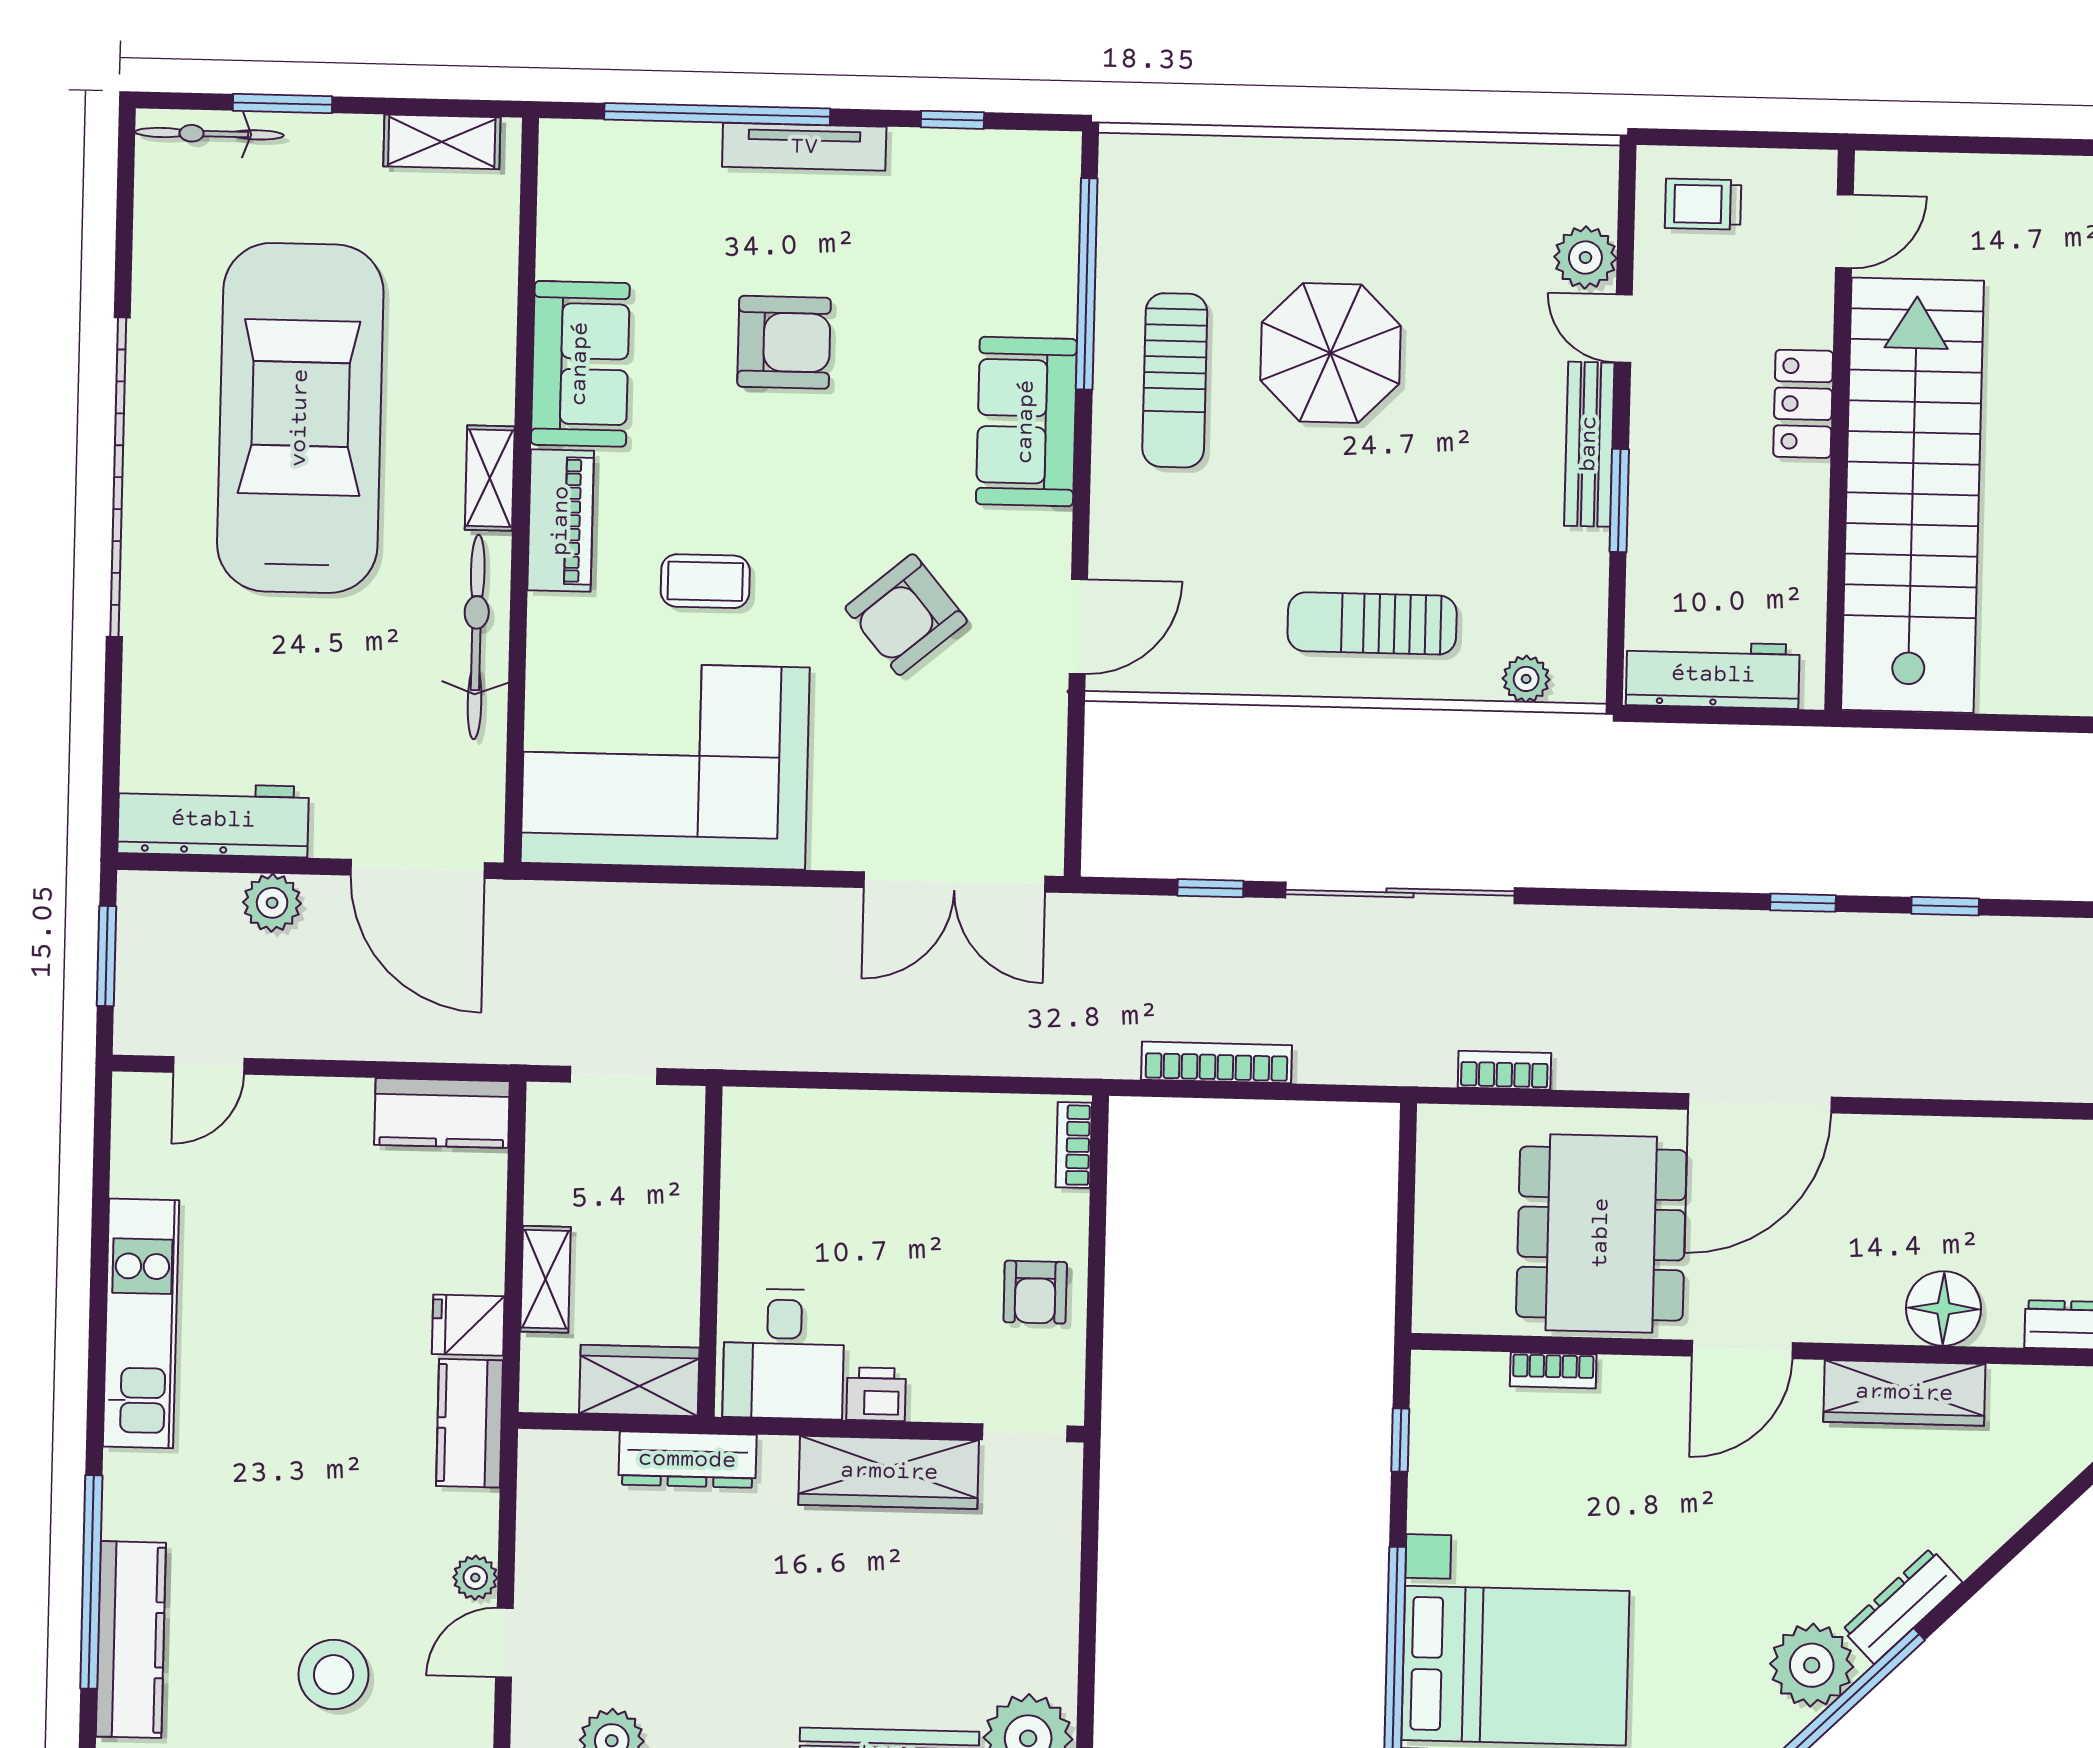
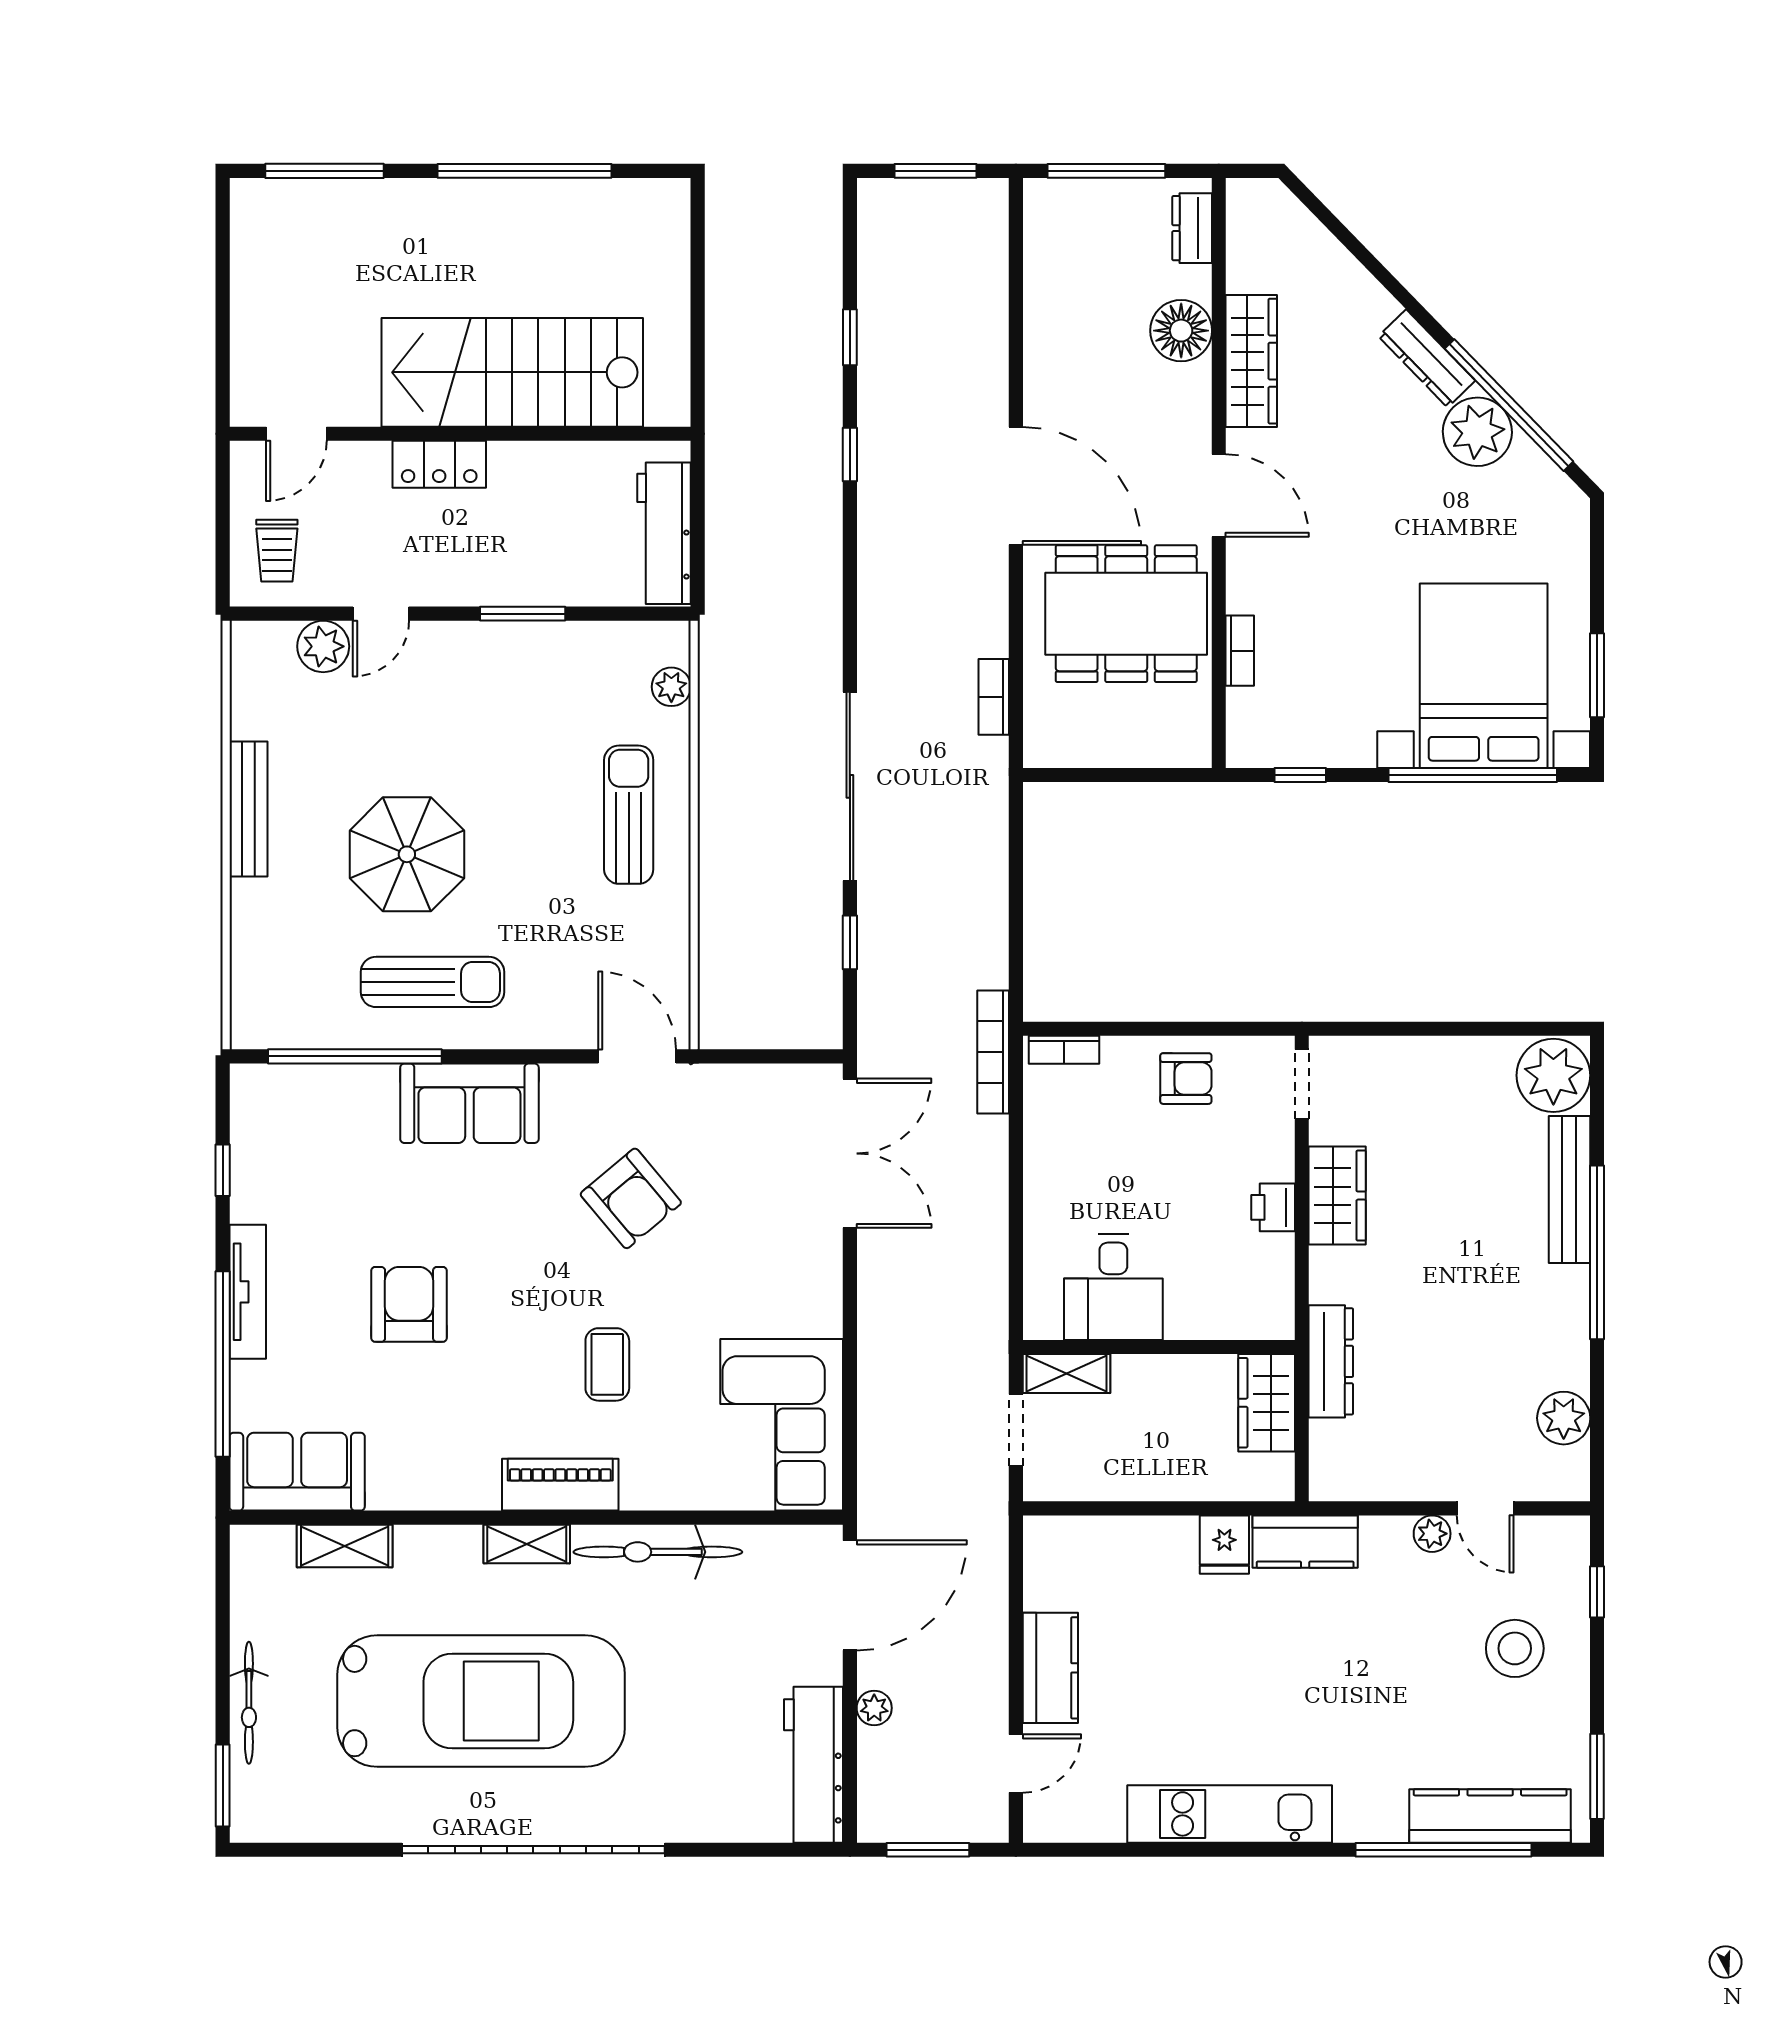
window: (283, 103) -> (223, 1785), moved
bicycle: (209, 134) -> (249, 1703), moved
shelving: (442, 142) -> (345, 1546), moved, turned 90
door: (1844, 231) -> (296, 434), swing flipped
sofa: (580, 364) -> (297, 1472), moved
car: (300, 418) -> (481, 1701), turned 180
bench: (1589, 444) -> (248, 809), moved, turned 90
stairs: (1913, 495) -> (512, 372), width x0.73
sun lounger: (1372, 623) -> (629, 815), turned 180
corner sofa: (665, 765) -> (782, 1425), width x0.73, depth x0.74
plant: (272, 903) -> (874, 1708), width x0.73, depth x0.73
bookcase: (1217, 1062) -> (993, 1052), moved
door: (209, 1065) -> (1016, 1763), hinge flipped
kitchen counter: (442, 1113) -> (1050, 1668), moved
shelving: (546, 1279) -> (1066, 1374), moved
desk: (784, 1354) -> (1113, 1287), moved, turned 90
wardrobe: (889, 1472) -> (1337, 1196), width x0.67

